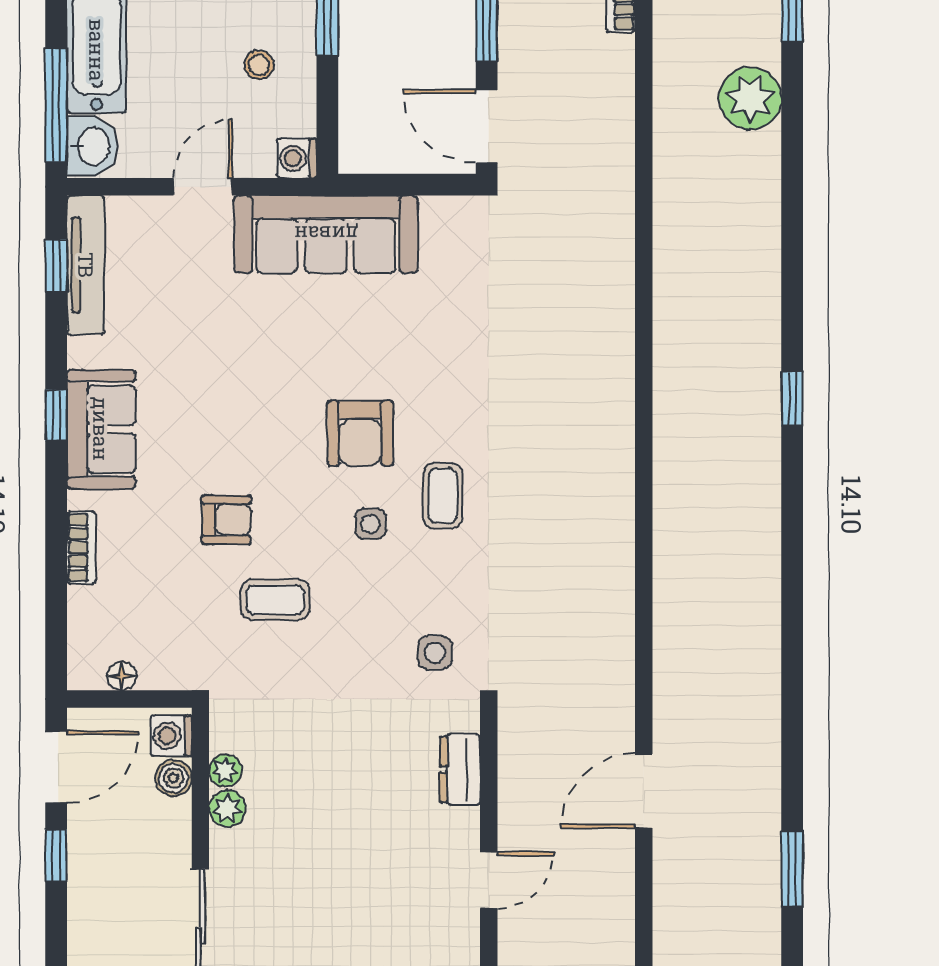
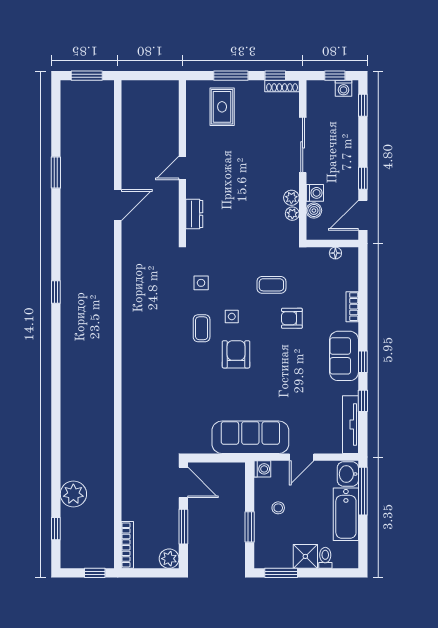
window: (56, 265) -> (363, 401), moved
window: (792, 399) -> (56, 292), moved
side table: (435, 653) -> (201, 283), moved
washing machine: (171, 736) -> (315, 193), moved

